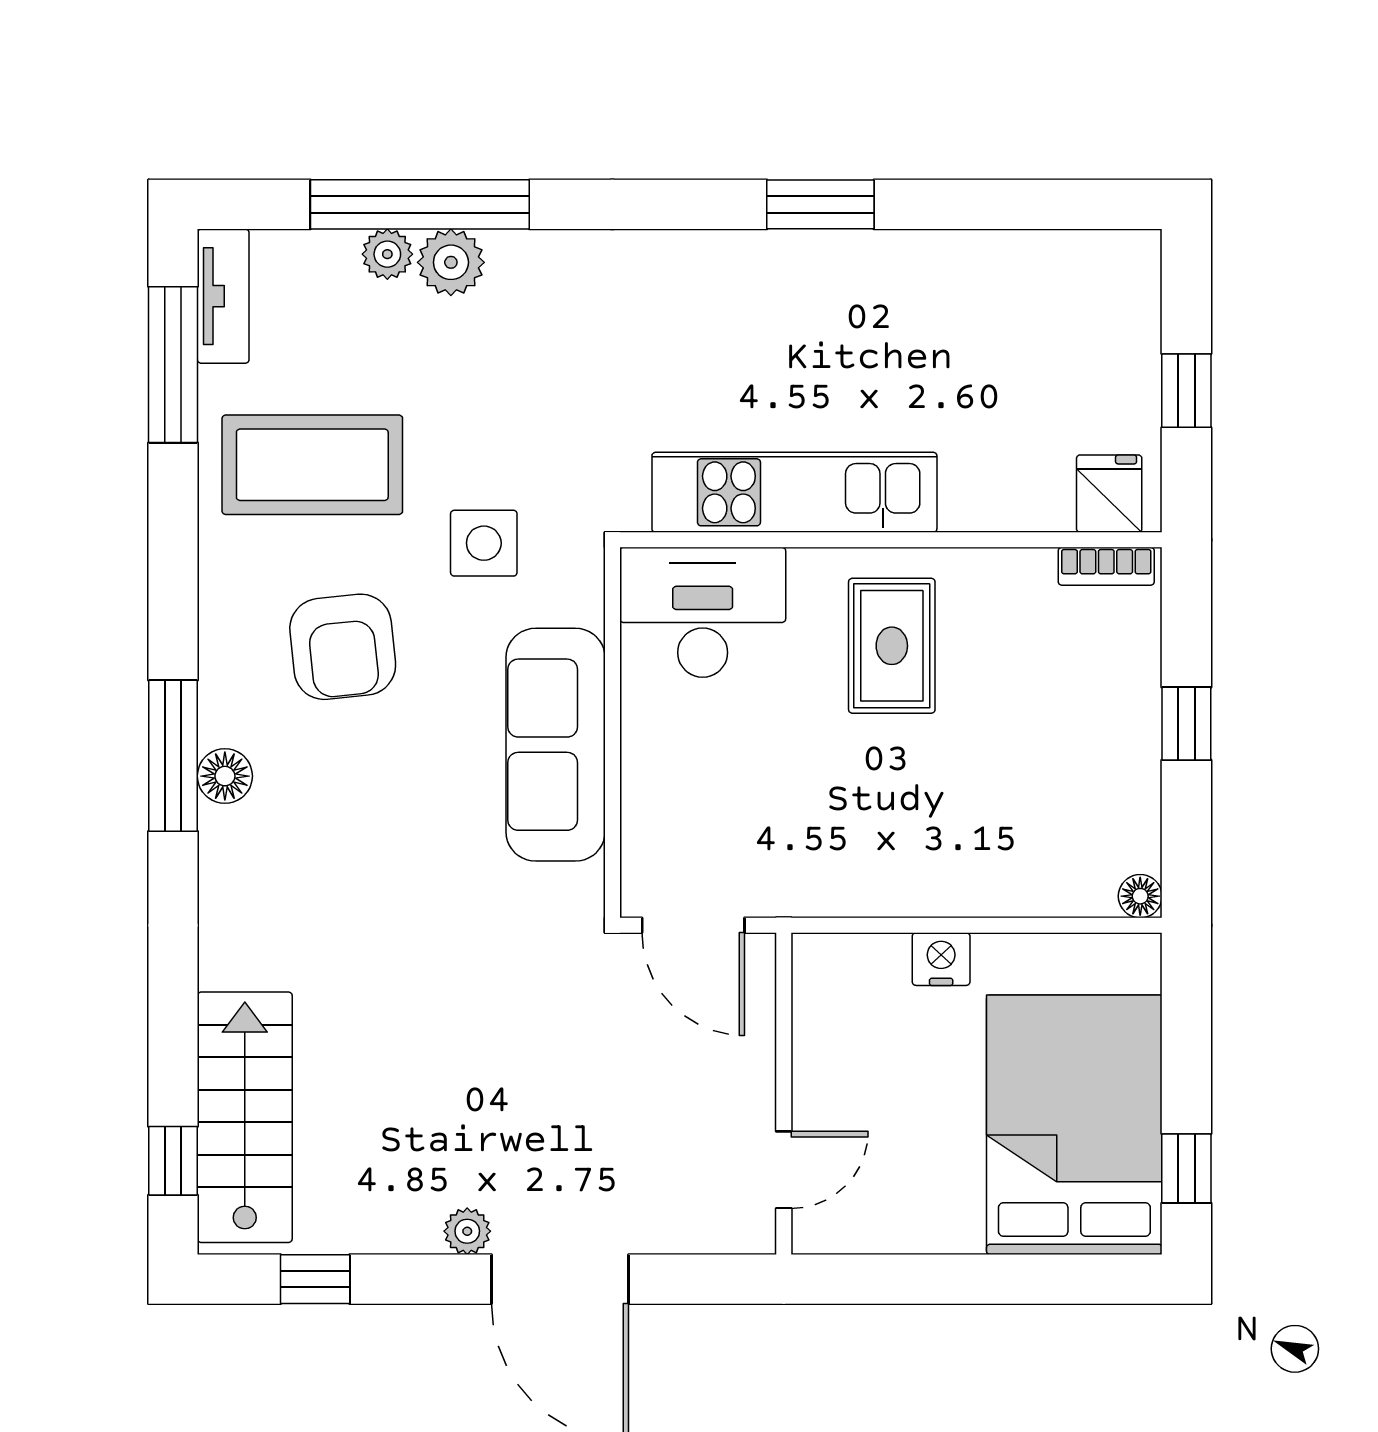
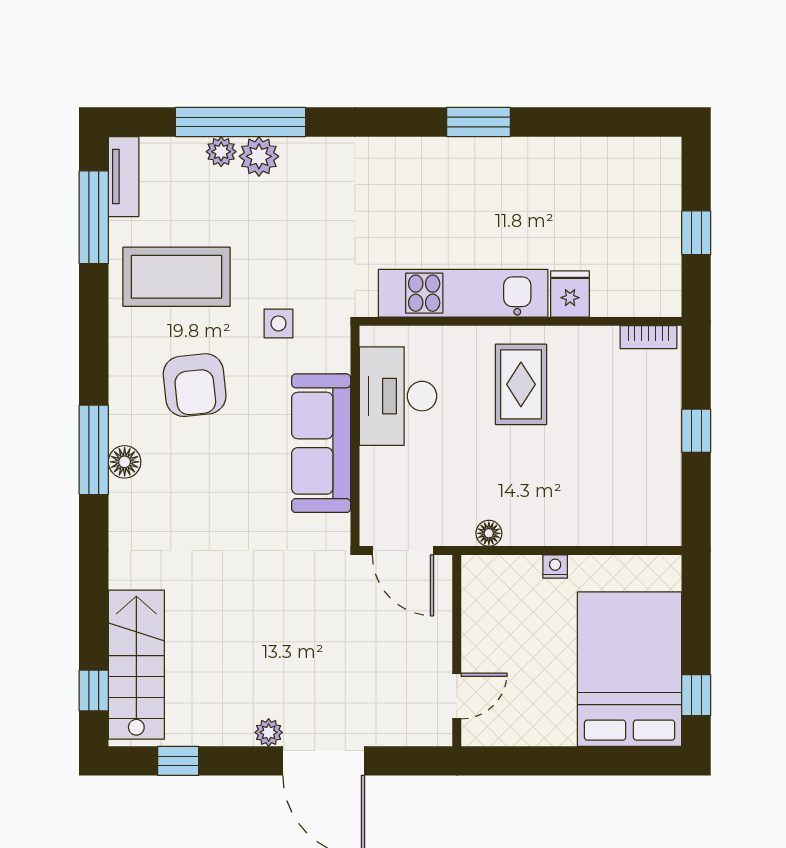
fridge: (1109, 494) -> (570, 294), moved
side table: (484, 543) -> (278, 323), width x0.73, depth x0.73
desk: (703, 612) -> (398, 396), moved, turned -90
floor lamp: (1140, 896) -> (489, 533), moved
nightstand: (941, 959) -> (555, 567), width x0.72, depth x0.74

